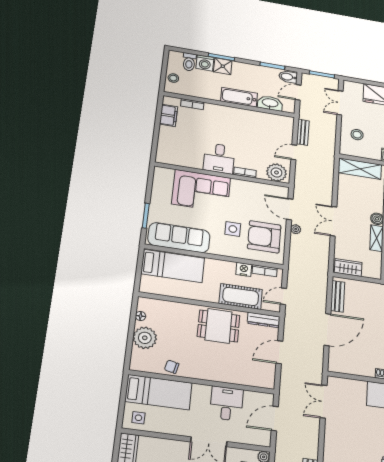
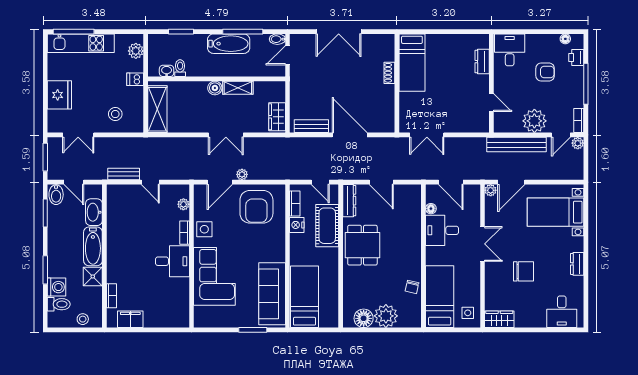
shower: (223, 66) -> (93, 276), moved
plant: (276, 172) -> (183, 204), width x0.53, depth x0.53
side table: (233, 229) -> (204, 229), moved
floor lamp: (140, 316) -> (364, 318), width x1.89, depth x1.89
floor lamp: (249, 396) -> (431, 209), added

